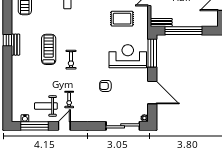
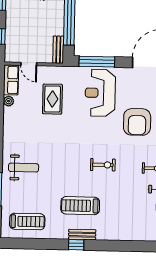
treadmill: (49, 49) -> (80, 206), moved
armchair: (105, 86) -> (137, 122), width x1.88, depth x1.88

